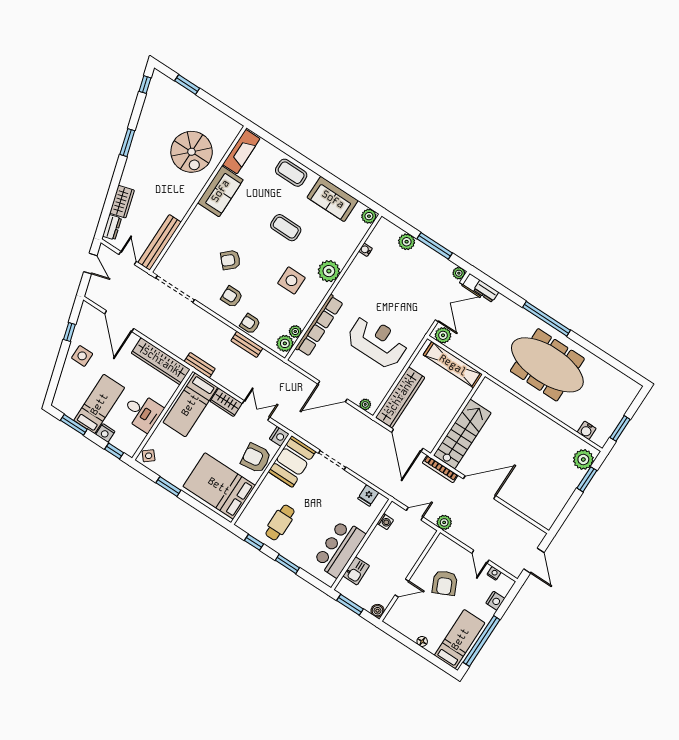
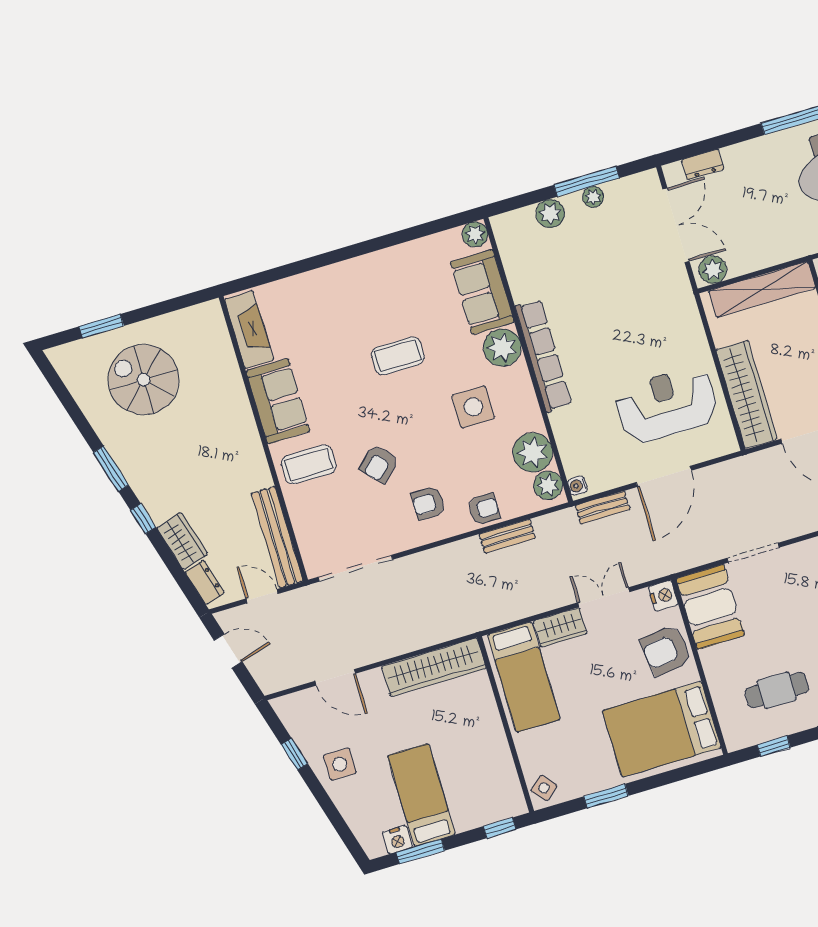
window: (145, 85) -> (143, 519), moved
spiral stairs: (192, 152) -> (143, 380), moved, turned 180
coffee table: (291, 173) -> (309, 464), moved
sofa: (333, 199) -> (482, 292), moved, turned 90
water cooler: (365, 250) -> (577, 486), moved
plant: (459, 273) -> (593, 197), moved
door: (119, 321) -> (335, 677), width x0.73
armchair: (250, 324) -> (484, 509), turned 180
row of seats: (319, 325) -> (543, 356), moved
plant: (295, 332) -> (533, 452), width x1.87, depth x1.87
reception desk: (377, 342) -> (667, 405), moved
bench: (200, 365) -> (603, 507), moved
plant: (365, 404) -> (717, 448), removed
desk: (142, 412) -> (480, 748), removed
nightstand: (105, 433) -> (397, 840), moved
cafe table: (280, 522) -> (777, 690), turned 90

